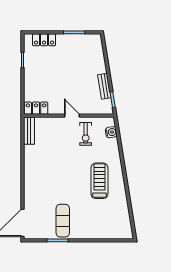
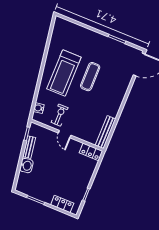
washbasin: (99, 65) -> (26, 166), added
bench: (29, 131) -> (106, 132), width x1.36
treadmill: (99, 181) -> (64, 73), width x1.37, depth x1.38
exercise mat: (63, 221) -> (90, 77), moved

